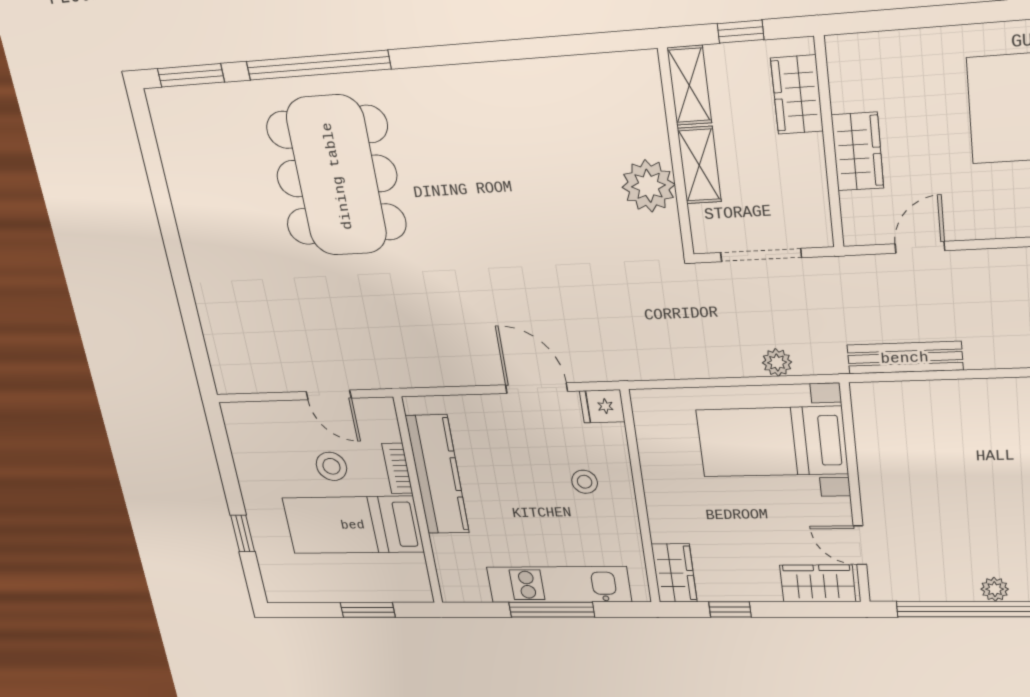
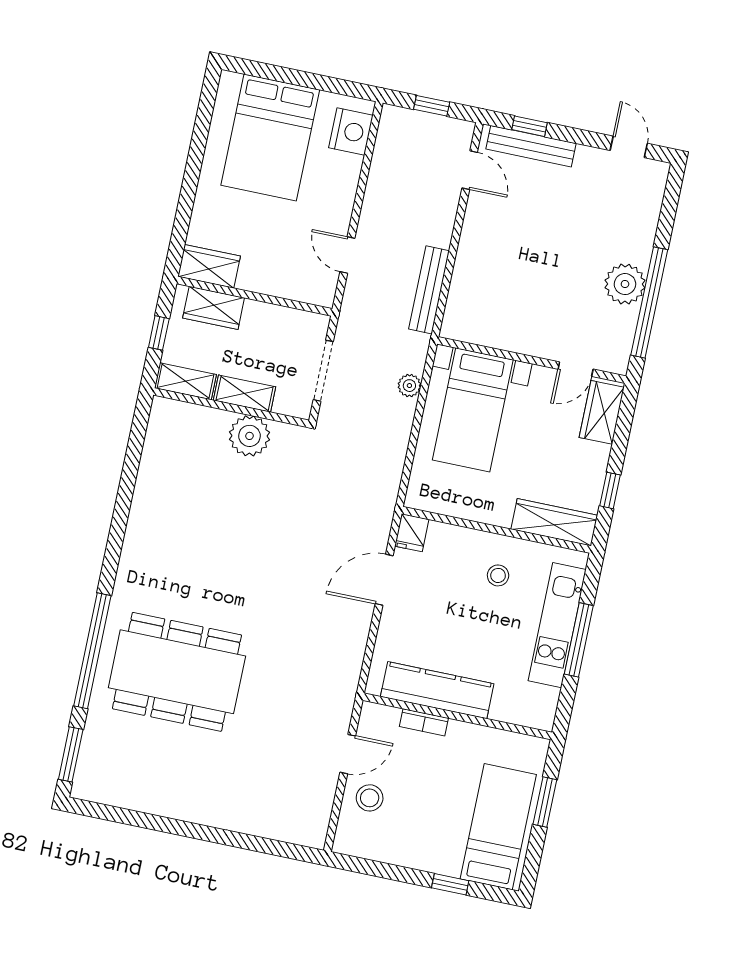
wardrobe: (857, 152) -> (209, 266), moved
stool: (331, 466) -> (370, 798), moved
stool: (585, 482) -> (498, 575), moved
bed: (353, 525) -> (498, 827), moved, turned 180
wardrobe: (674, 573) -> (554, 522), width x1.50
plant: (995, 589) -> (625, 284), width x1.88, depth x1.88

